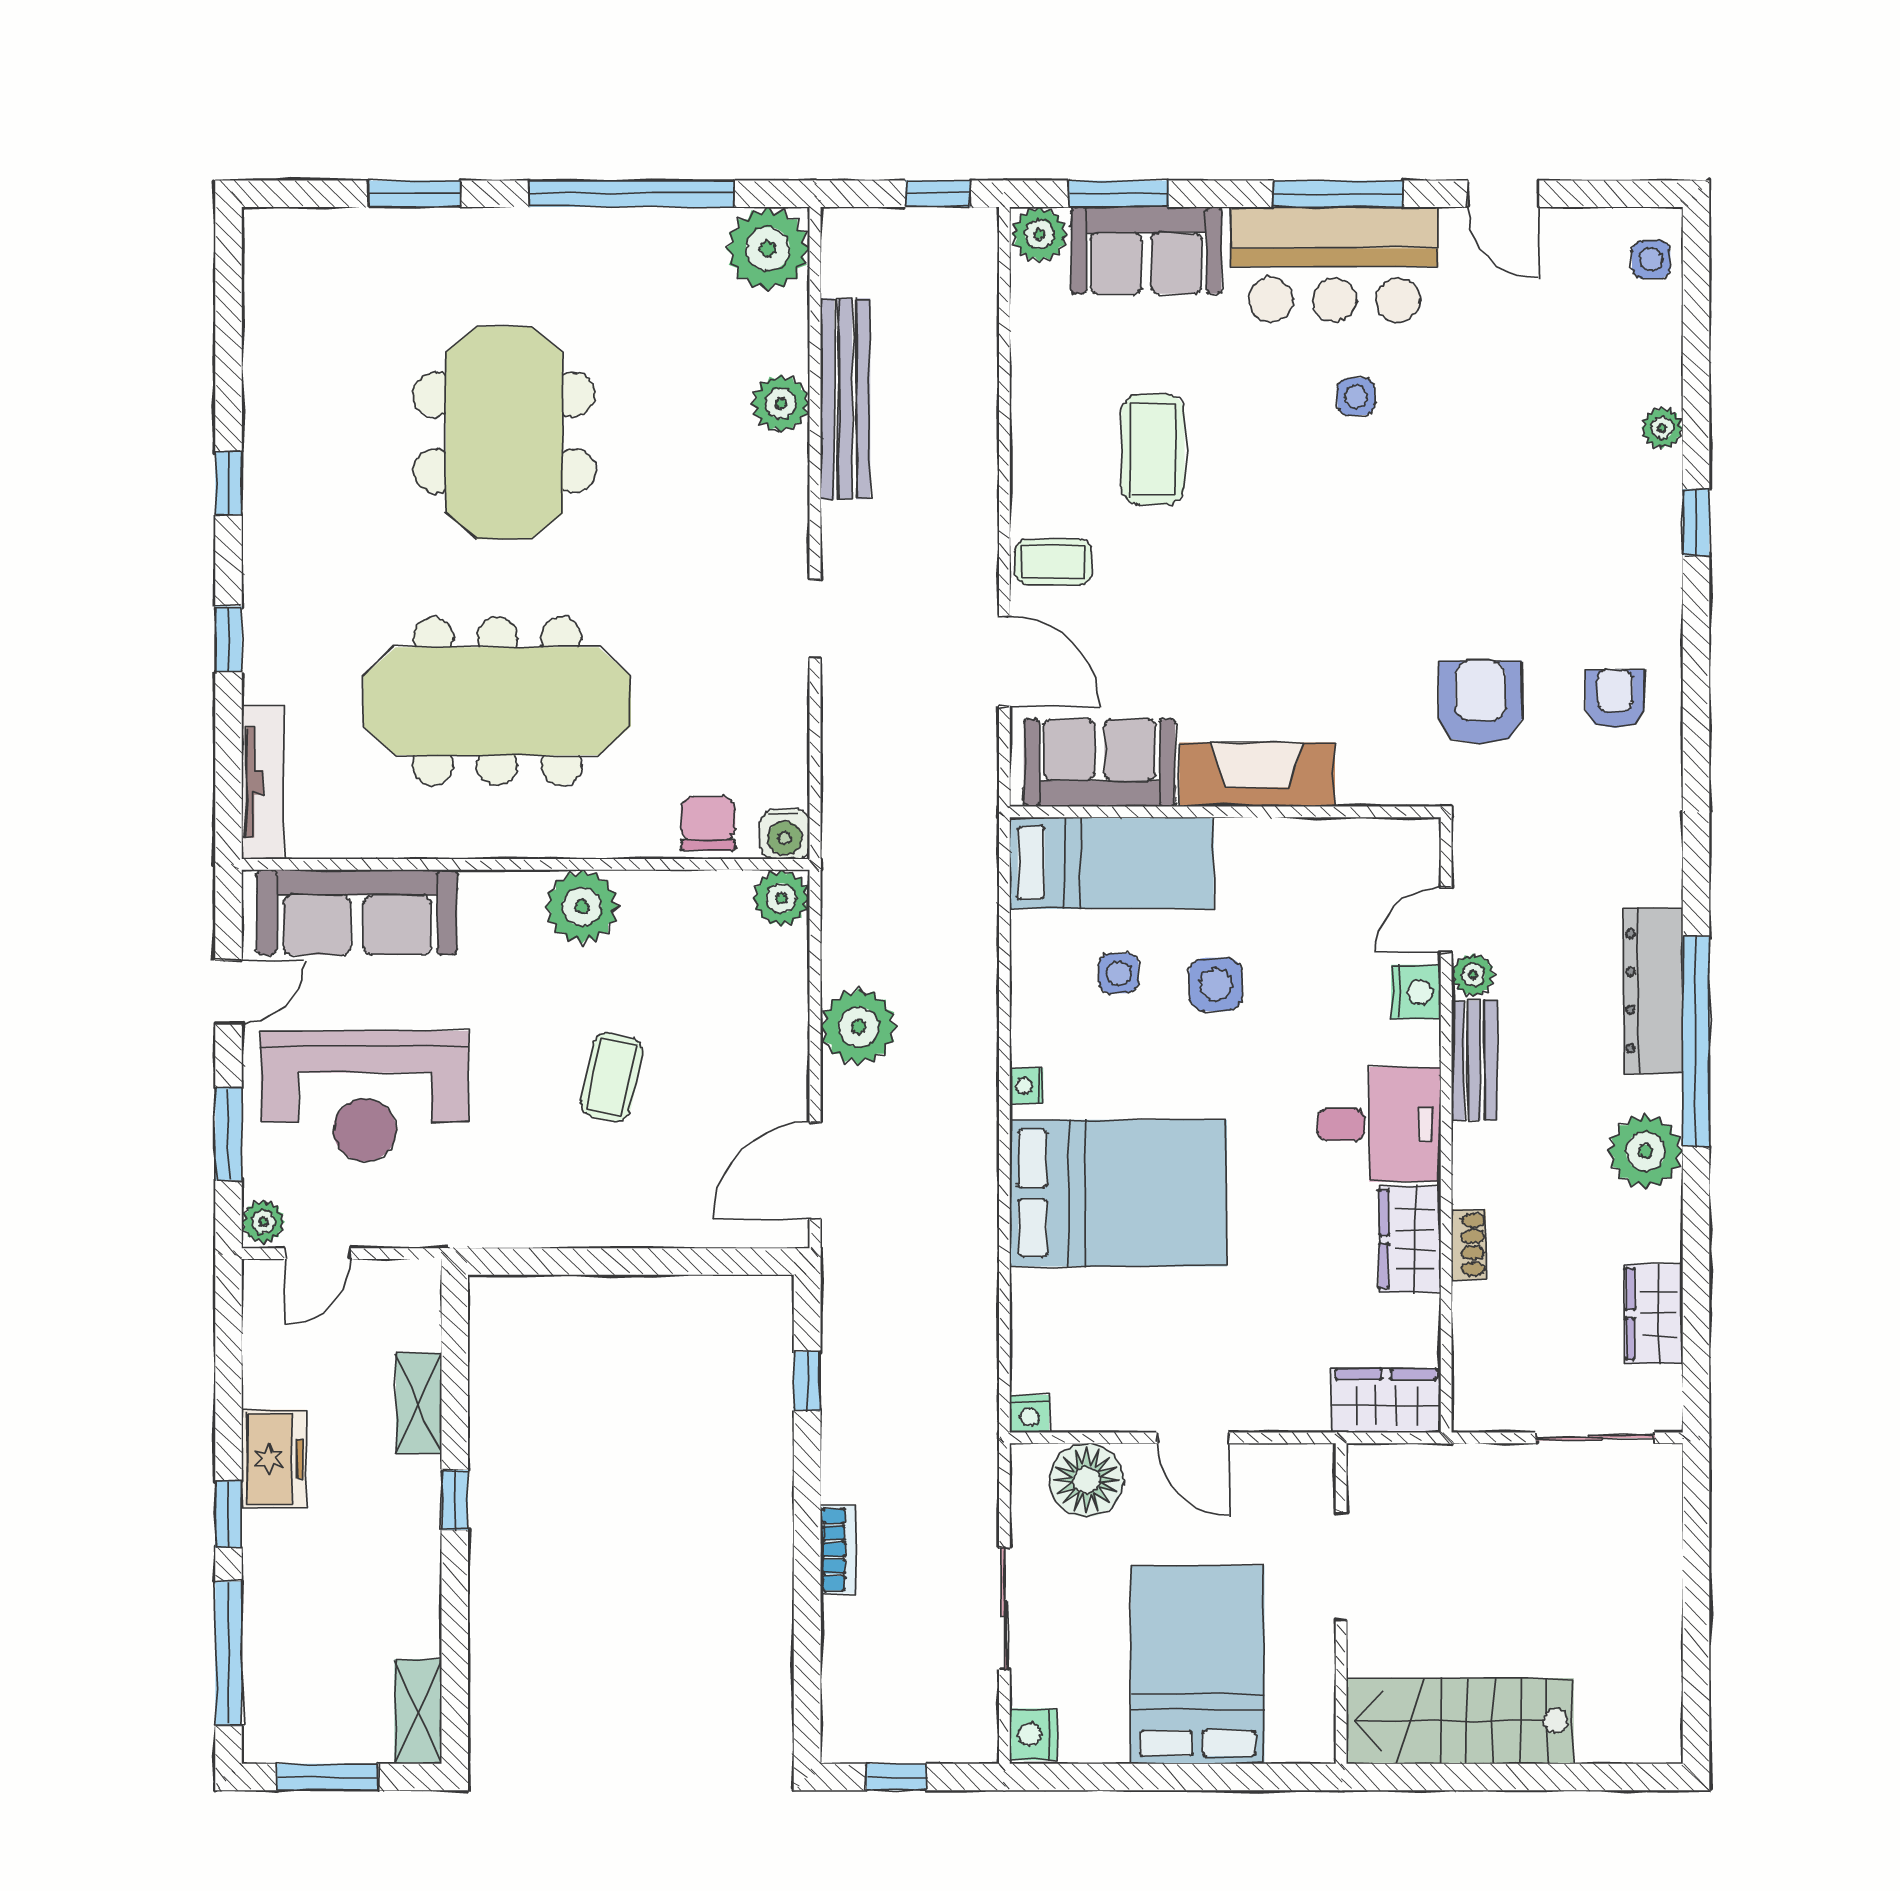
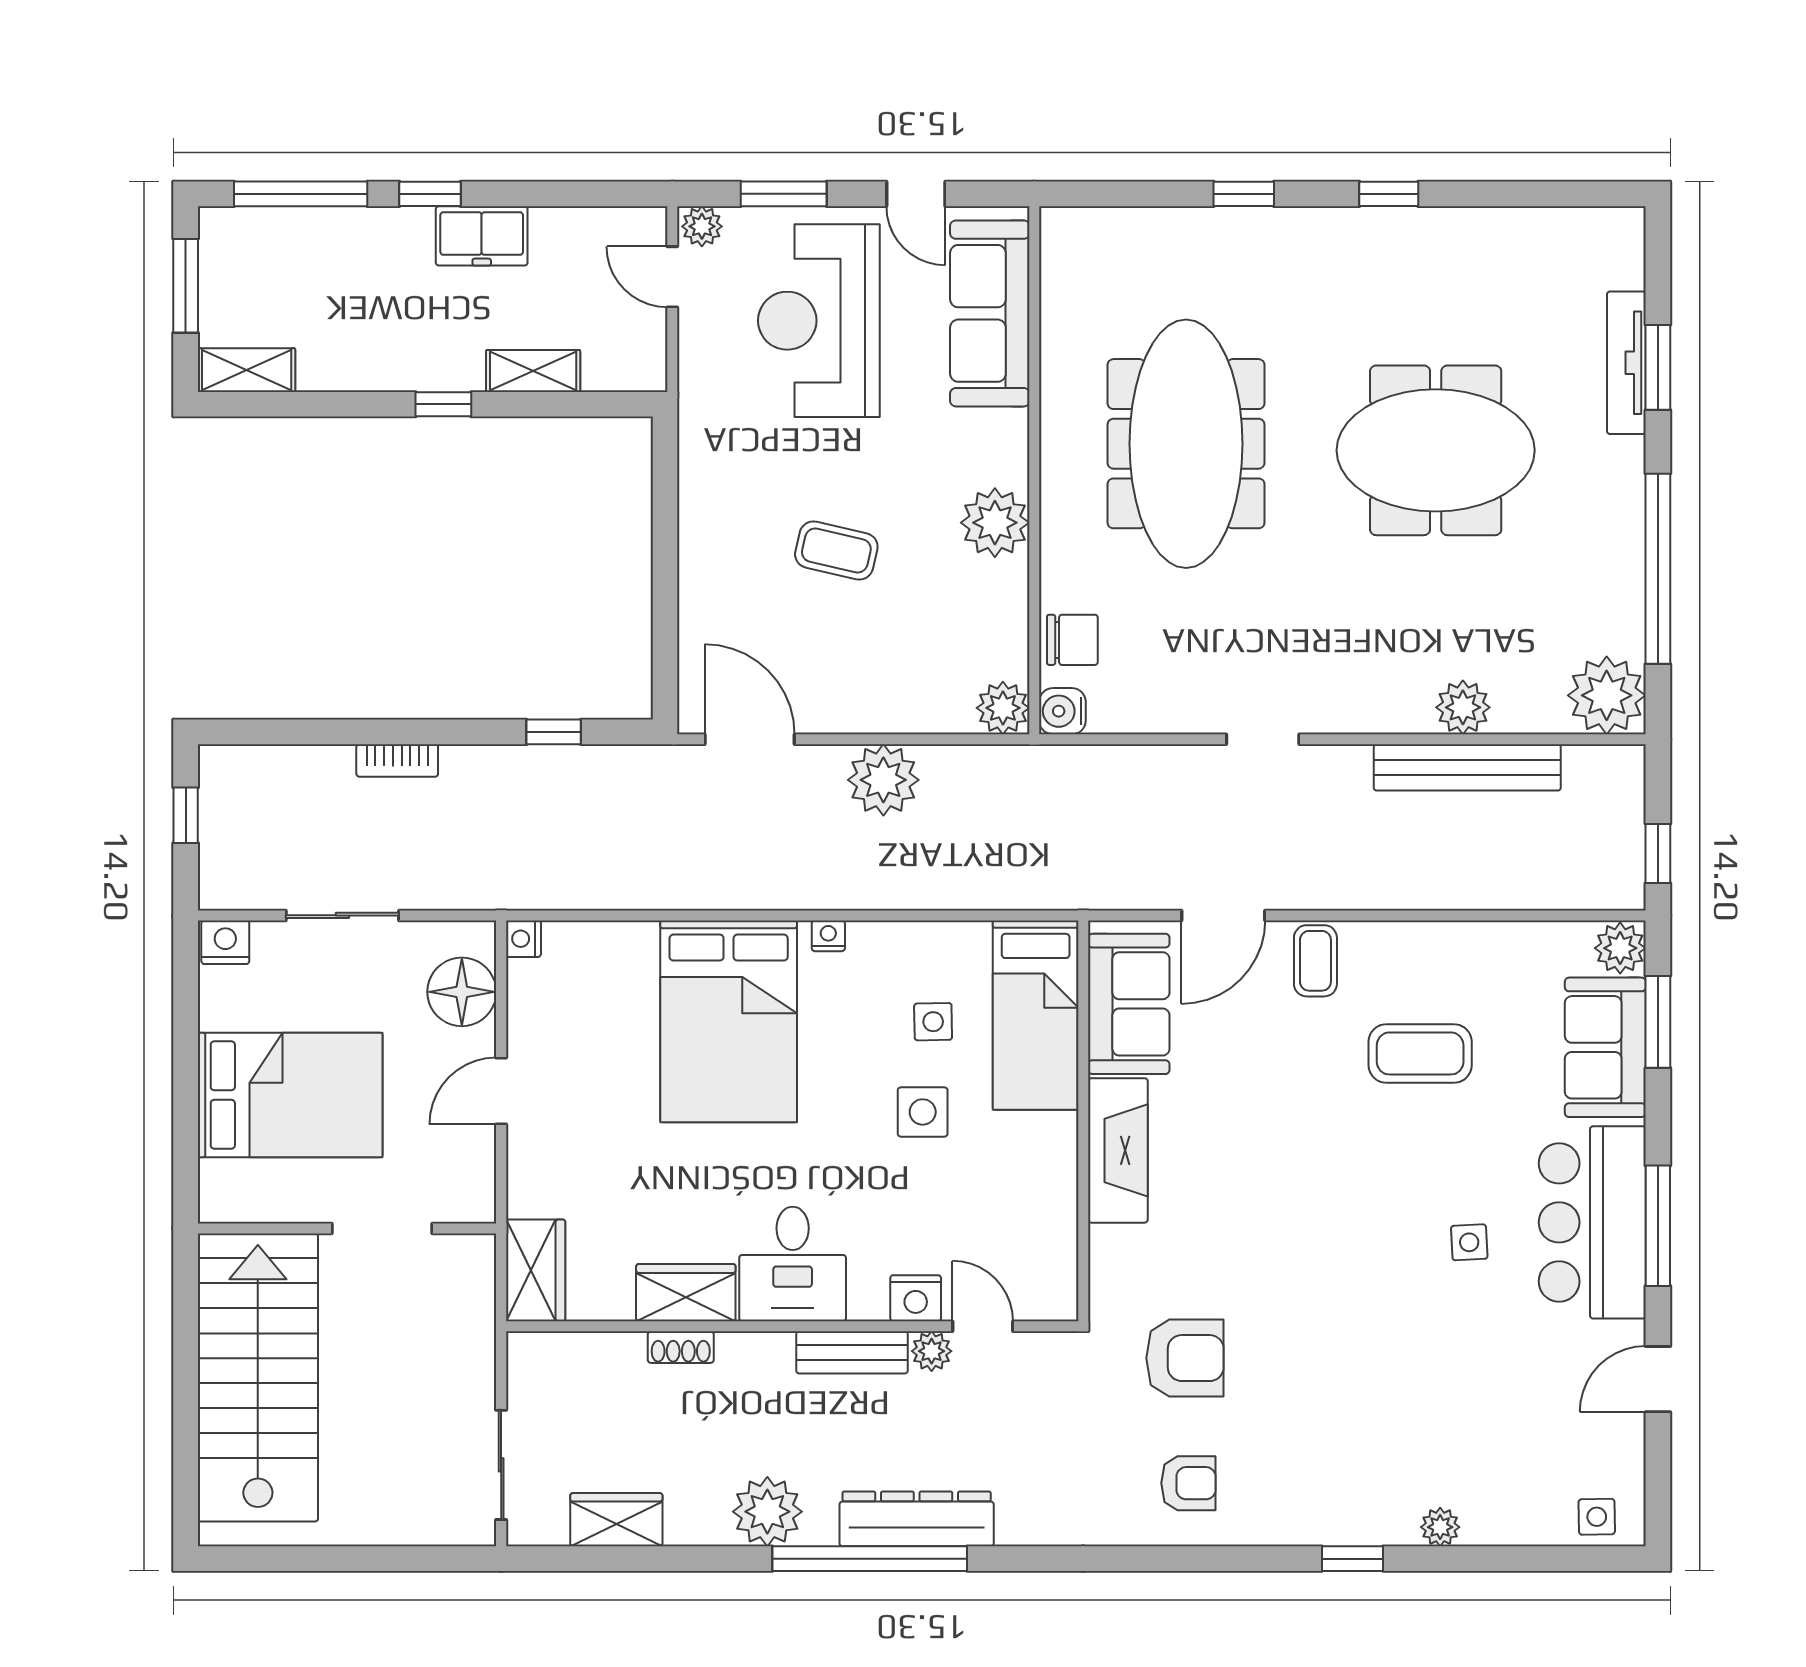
tv unit: (262, 782) -> (1626, 363), moved, turned 90
stairs: (1460, 1721) -> (258, 1377), width x1.36, depth x1.51

